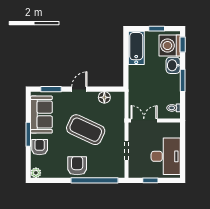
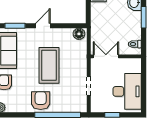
floor lamp: (104, 97) -> (79, 34), moved
coffee table: (86, 130) -> (49, 65), turned 65

